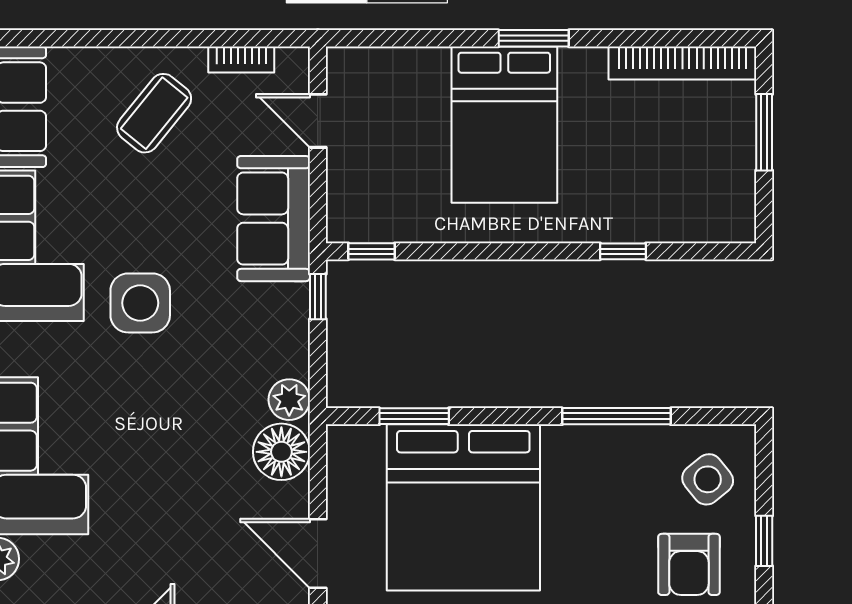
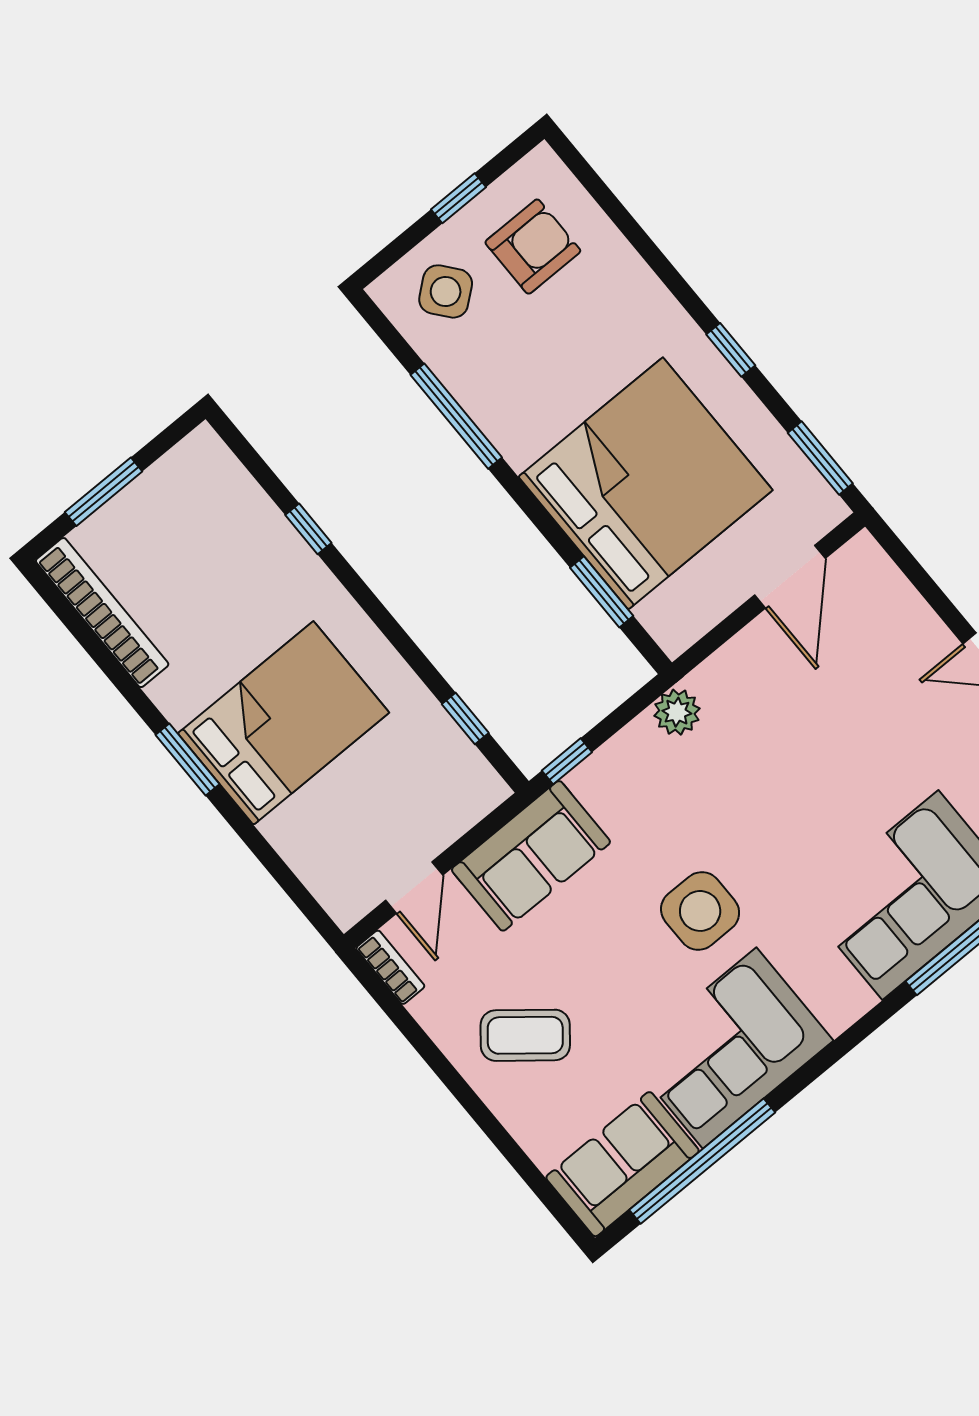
bookcase: (241, 59) -> (390, 967), moved
window: (371, 251) -> (465, 718), moved
floor lamp: (281, 452) -> (728, 681), removed

